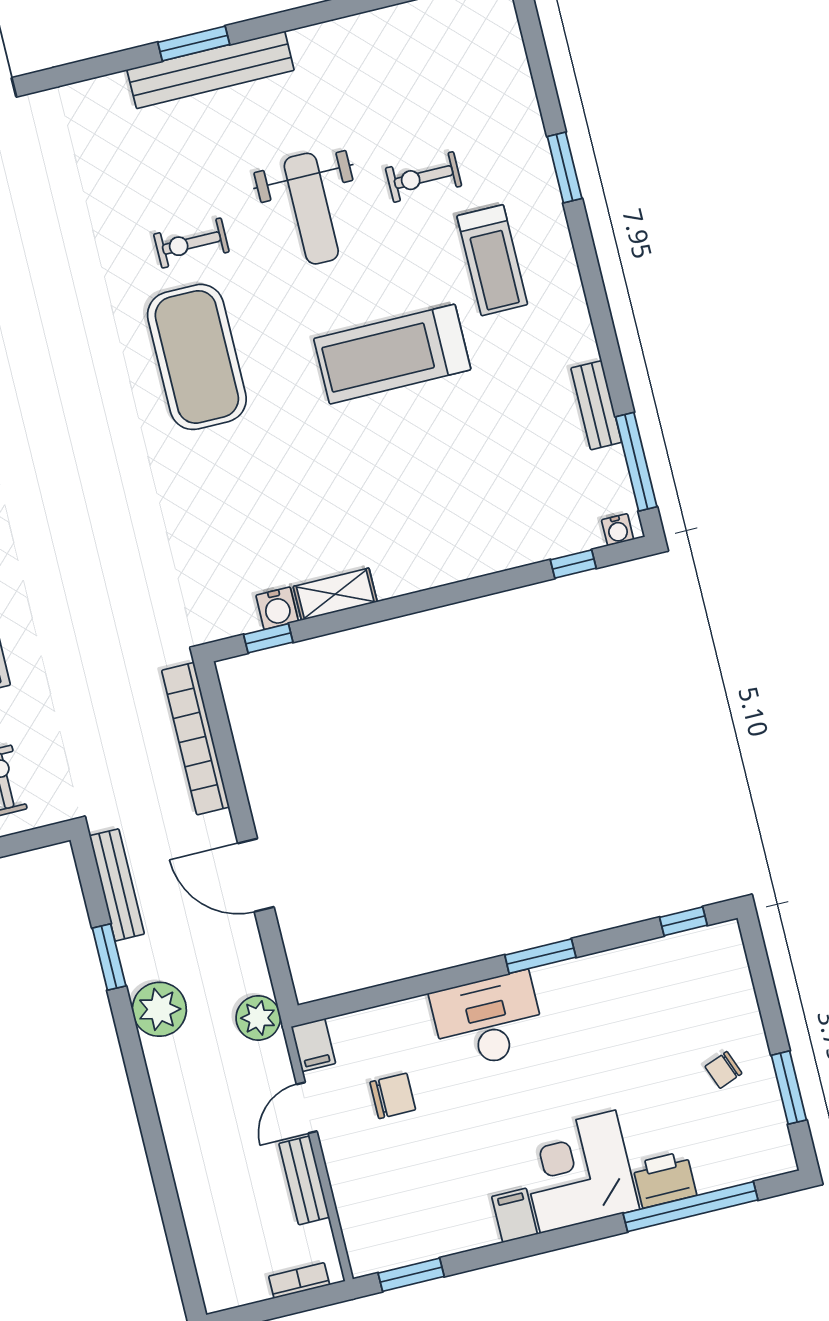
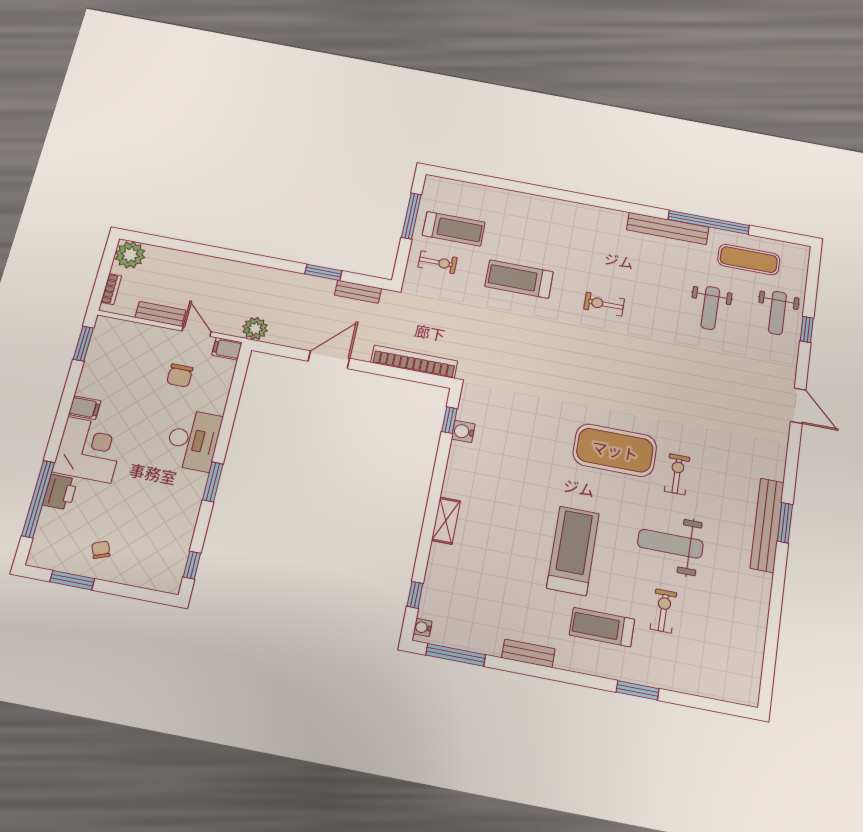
bench: (596, 405) -> (528, 653), moved
shelving: (335, 594) -> (446, 521), moved
bench: (117, 885) -> (358, 292), width x0.73
plant: (159, 1009) -> (130, 255), moved

